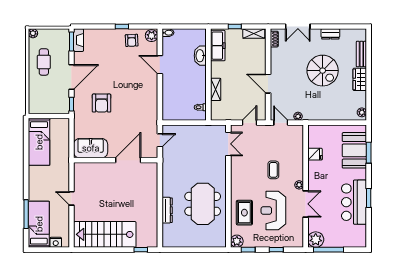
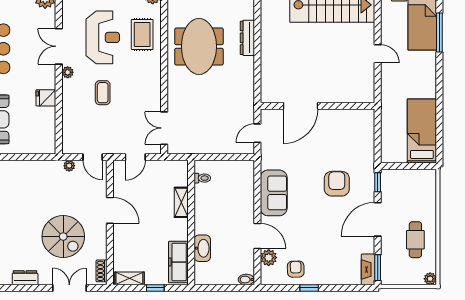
plant: (152, 36) -> (269, 258), moved
spiral stairs: (323, 71) -> (63, 237), moved, turned 180
sofa: (91, 148) -> (274, 193), moved, turned -90
fridge: (315, 154) -> (46, 98), moved

